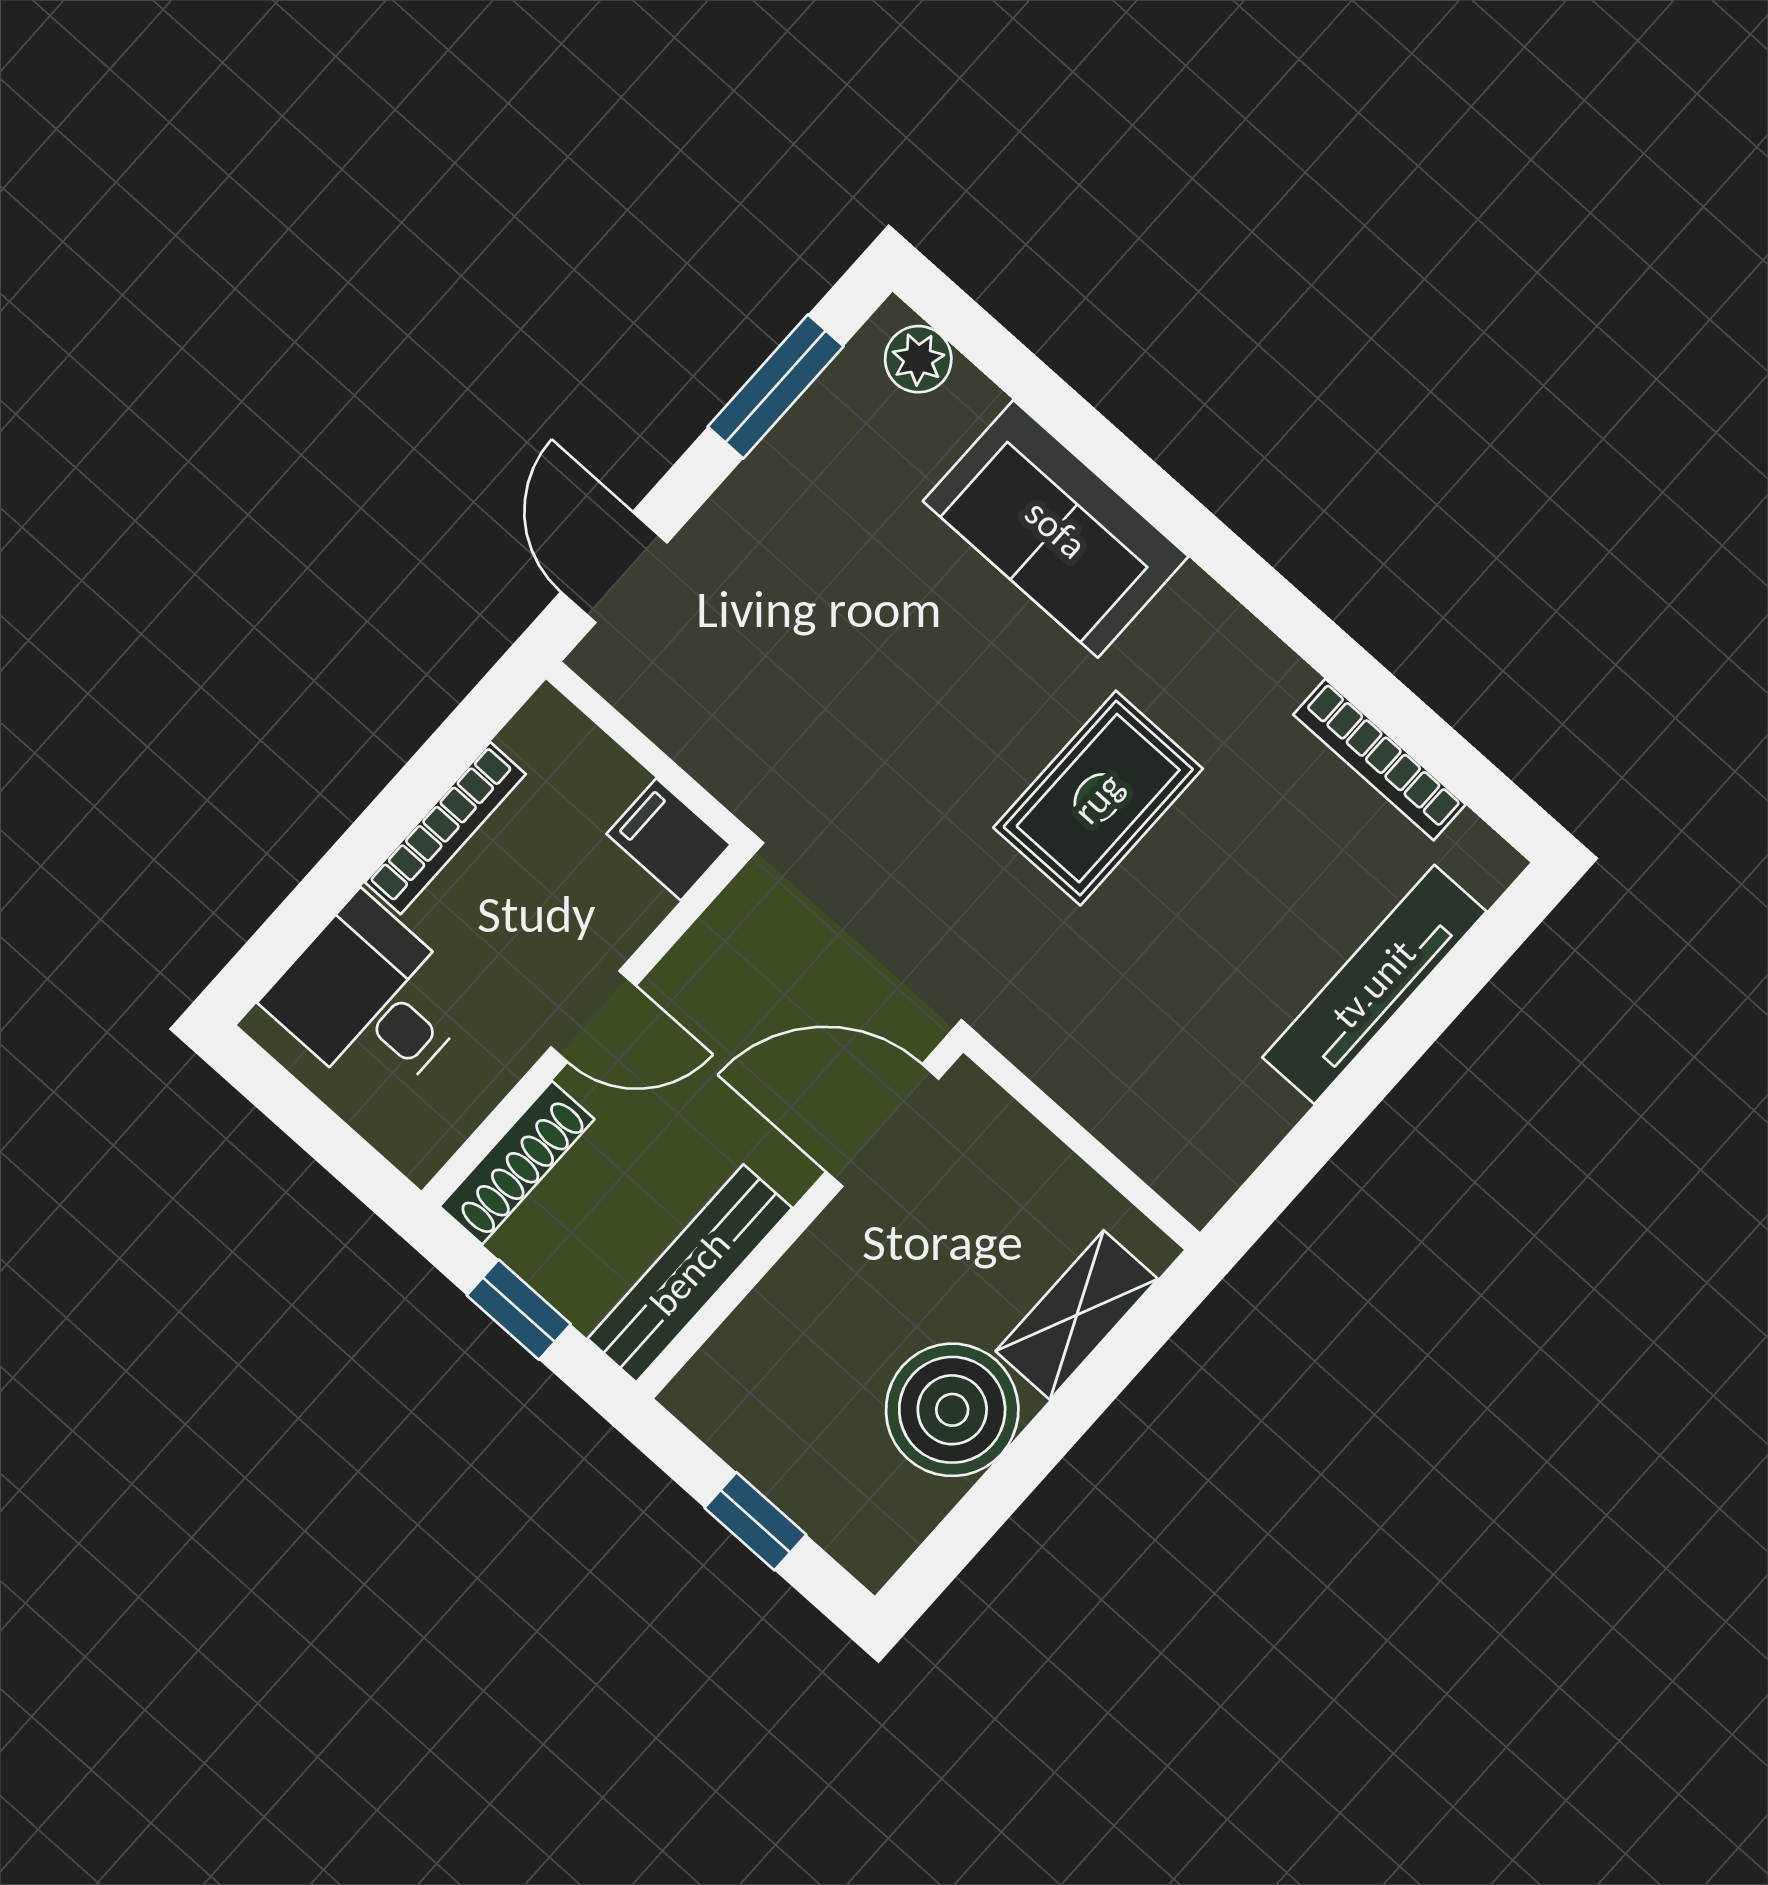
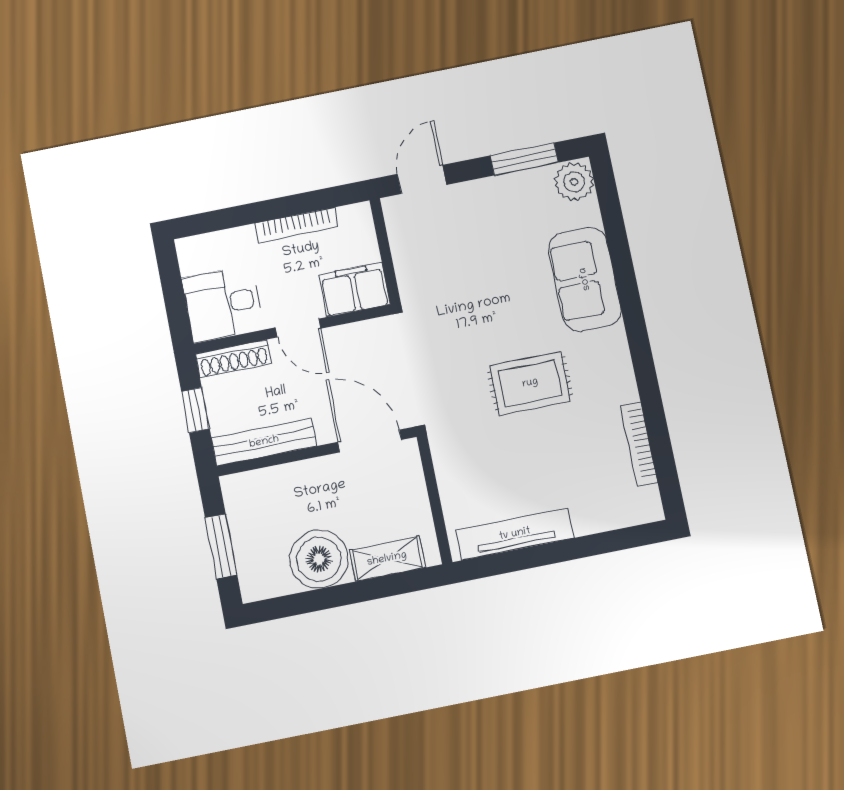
plant: (918, 359) -> (574, 182), width x1.38, depth x1.38
filing cabinet: (669, 839) -> (354, 290), width x2.00
tv unit: (1374, 984) -> (515, 534), moved
desk: (371, 1001) -> (223, 304), moved, turned -90
window: (755, 1521) -> (221, 546), width x1.50

